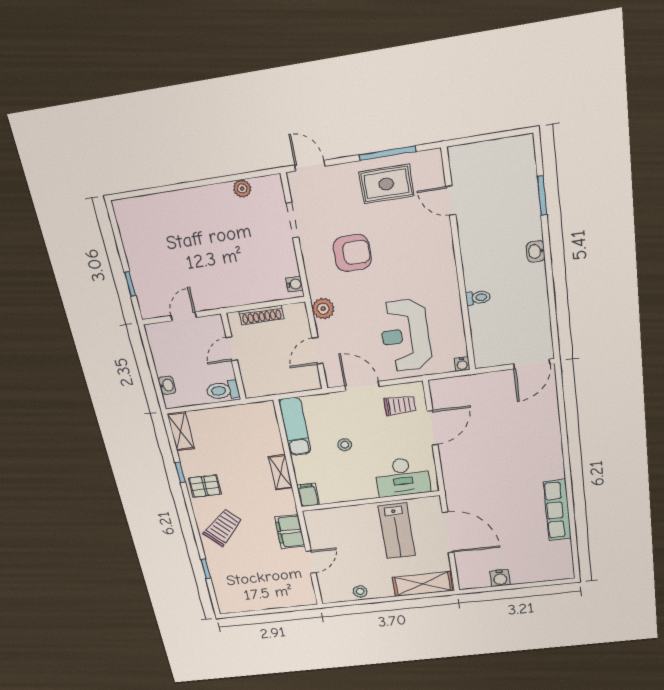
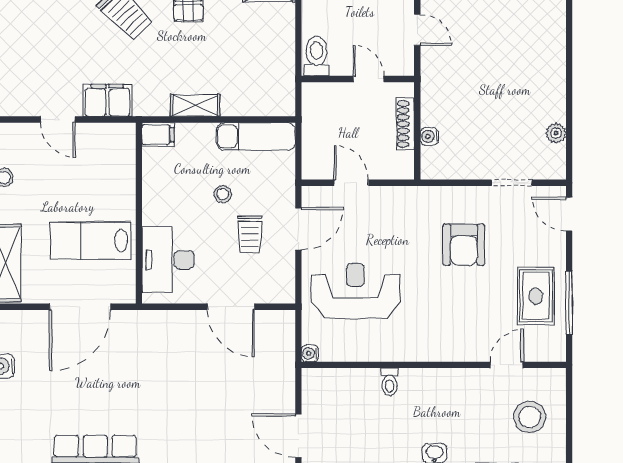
door: (310, 166) -> (569, 214), swing flipped
stool: (495, 173) -> (530, 417), added
water cooler: (294, 284) -> (429, 136), moved, turned 90
plant: (323, 309) -> (403, 199), removed
trolley: (400, 405) -> (250, 234), moved

